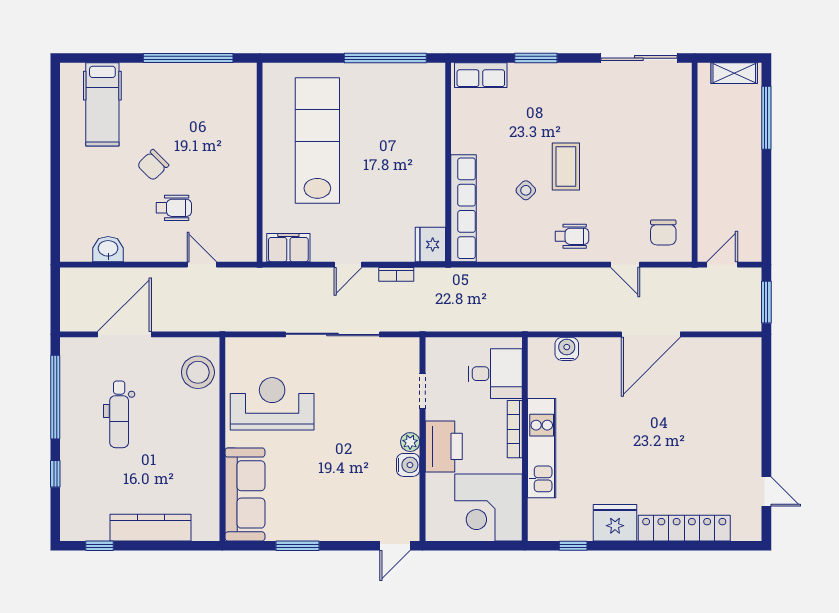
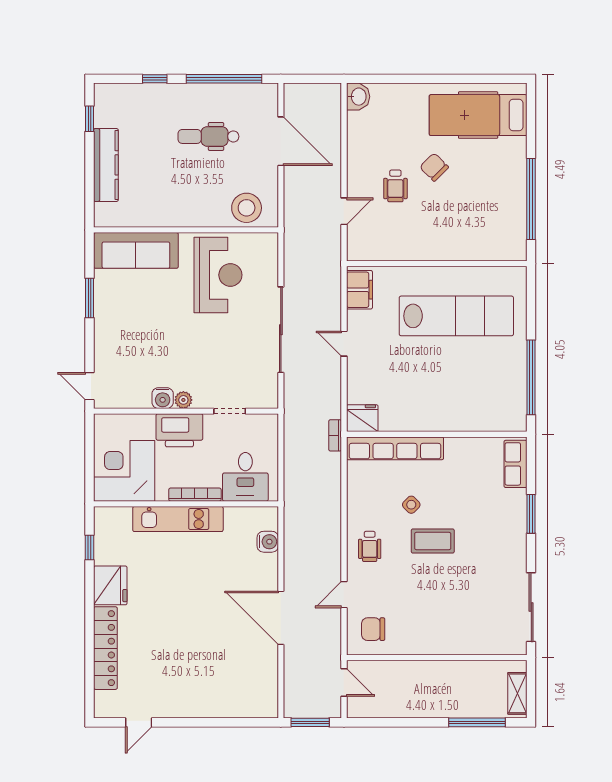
hospital bed: (102, 104) -> (478, 115), width x1.37, depth x1.29
washbasin: (108, 249) -> (358, 97), moved
bookcase: (396, 274) -> (335, 435), moved

